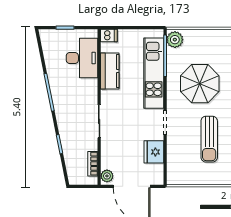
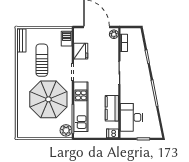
parasol: (200, 84) -> (48, 99), width x1.36, depth x1.36
barbecue: (174, 170) -> (67, 39), added

